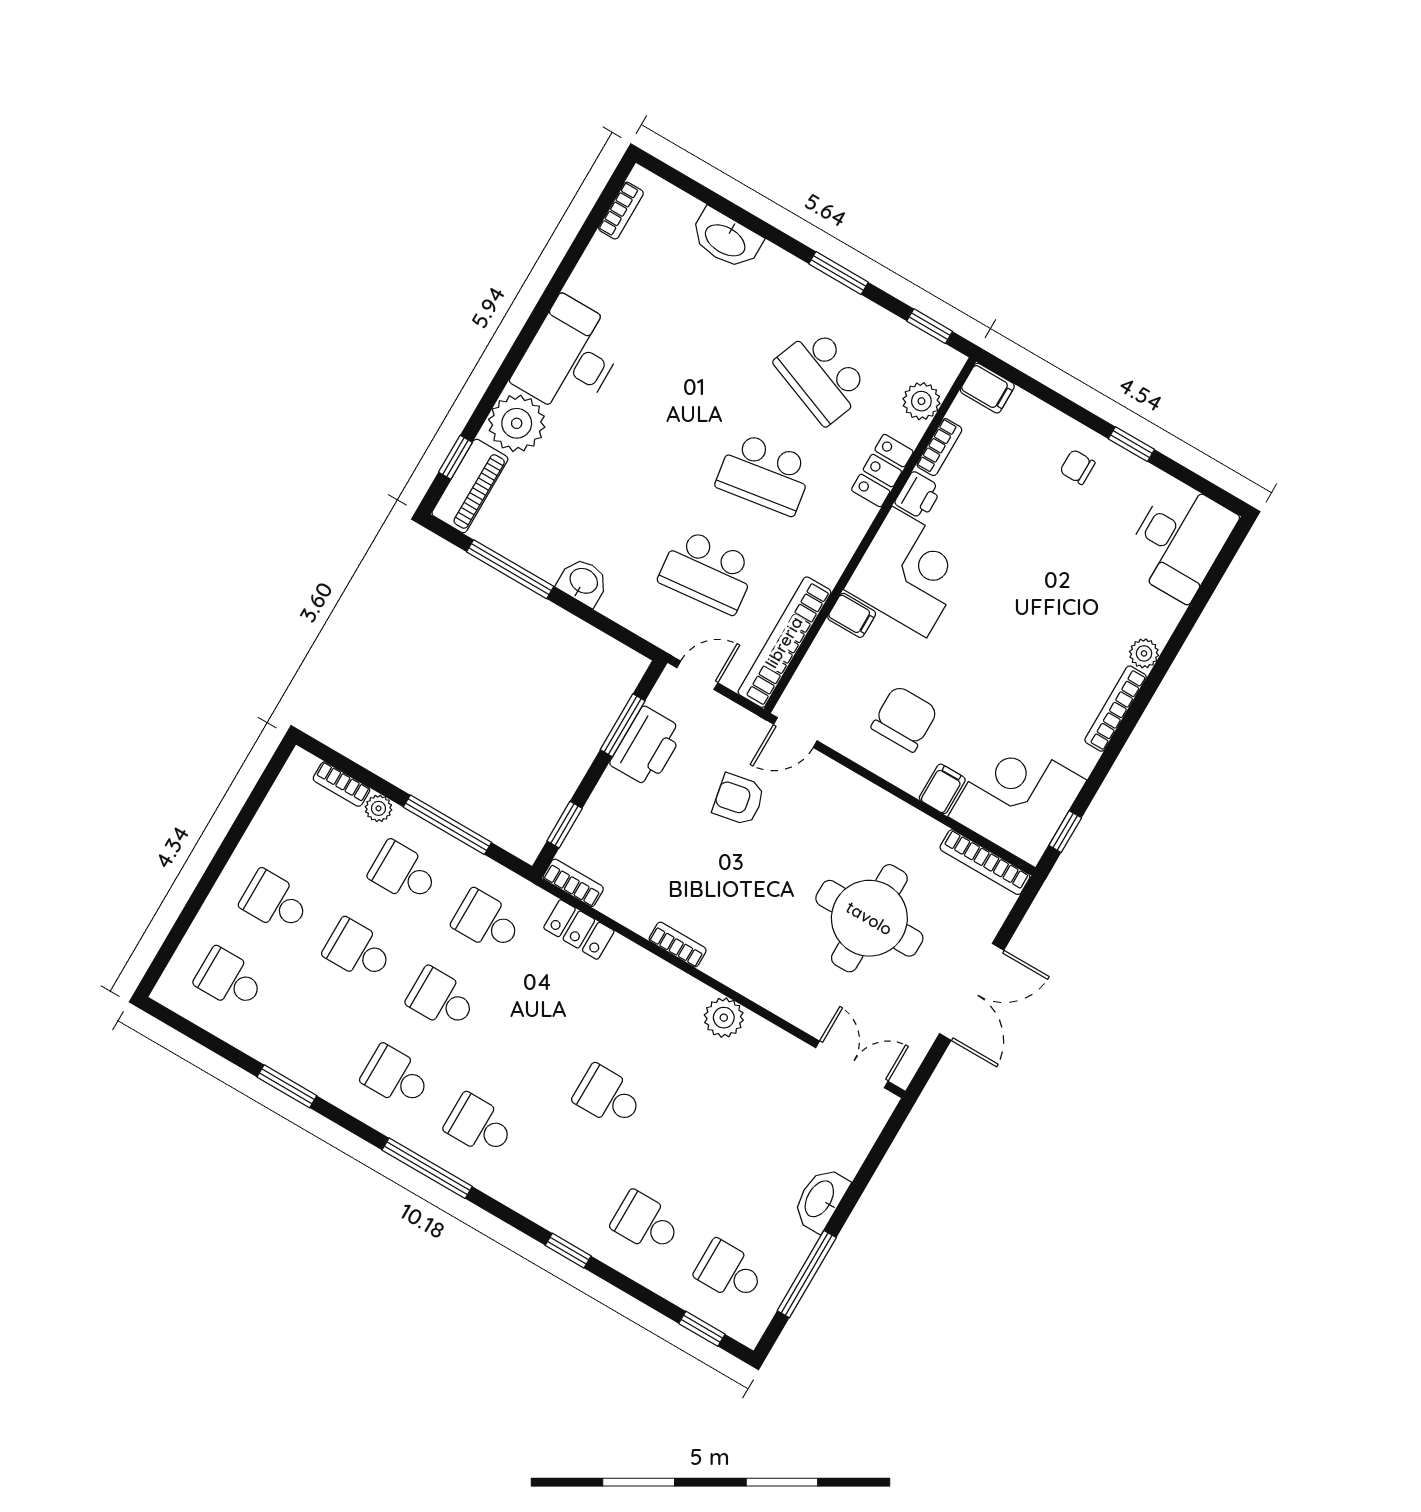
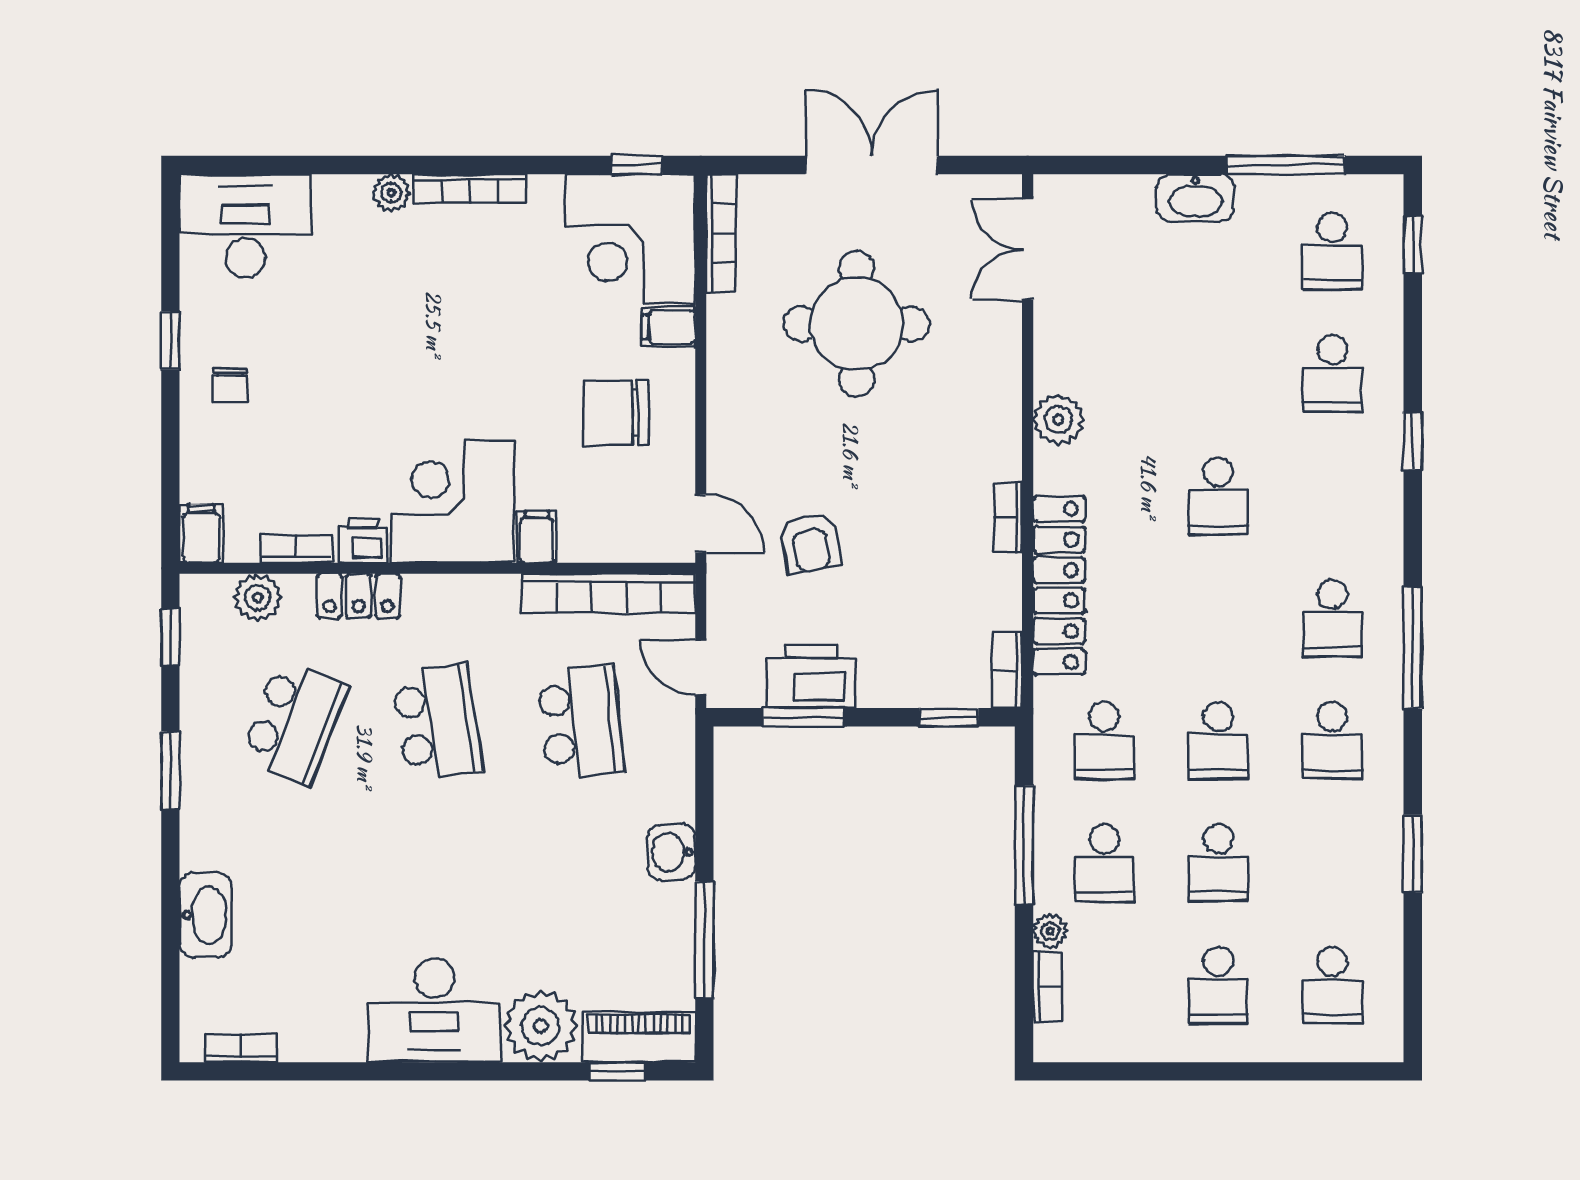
locker: (579, 930) -> (1059, 585), width x2.16, depth x1.21

